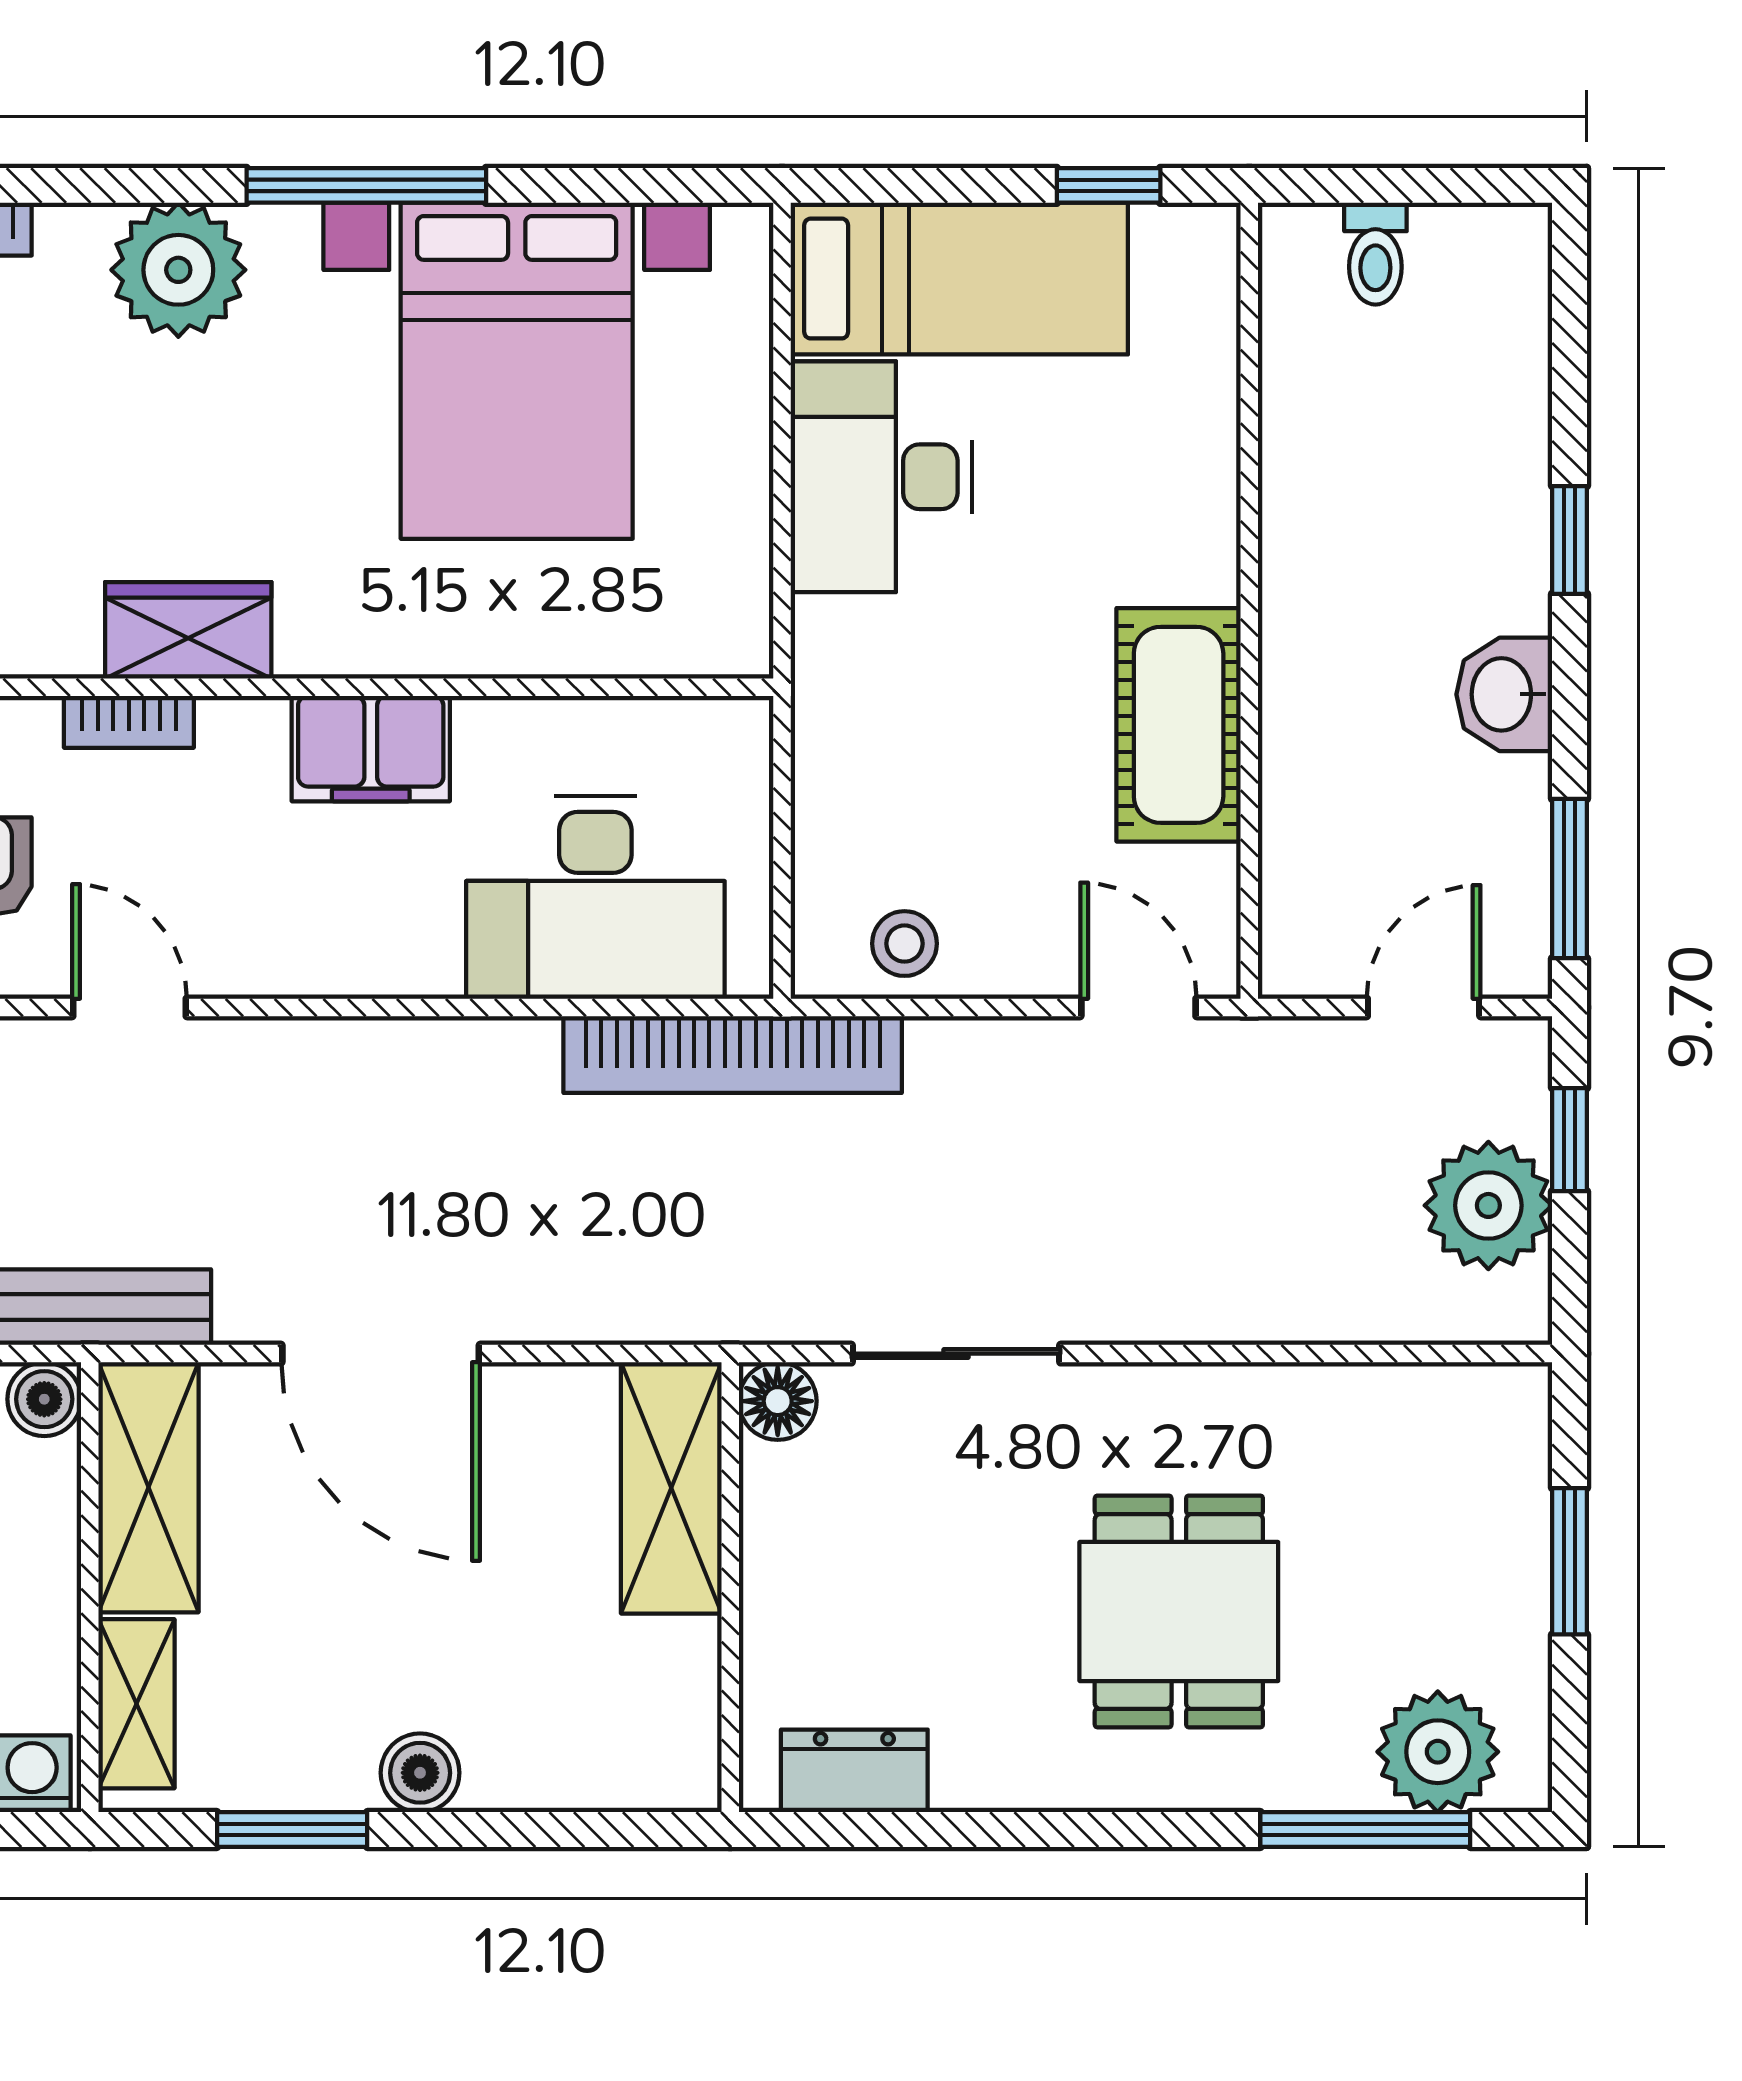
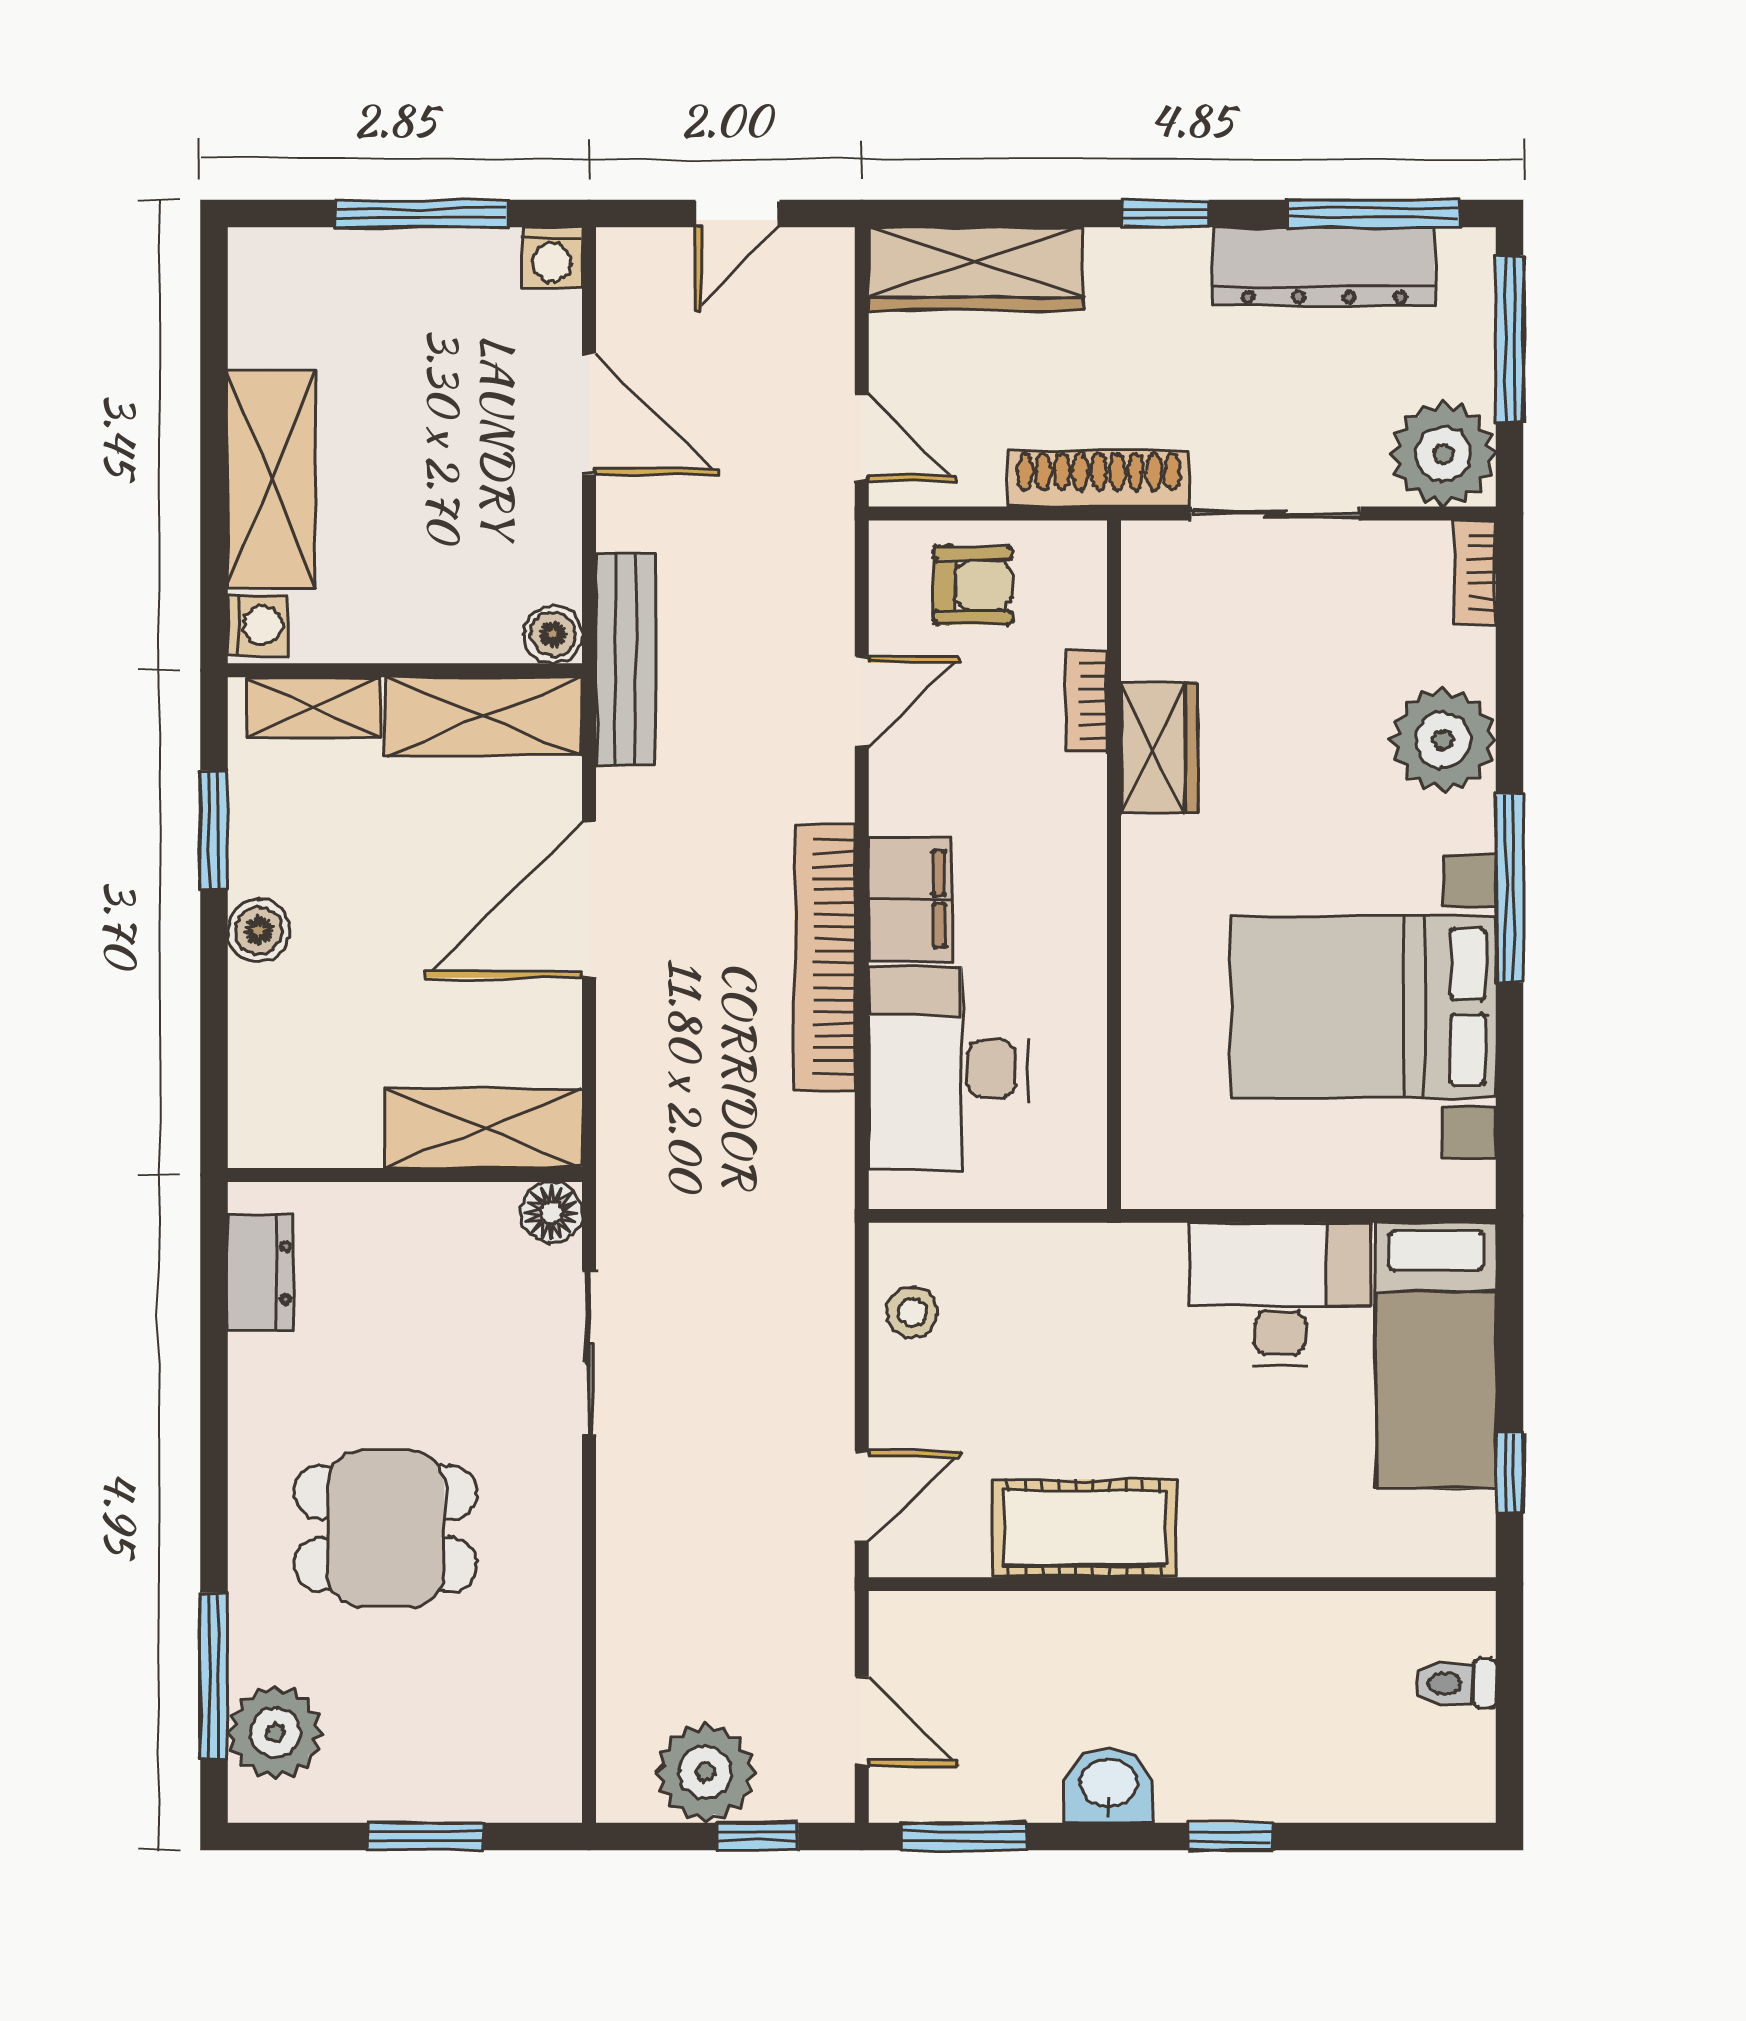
filing cabinet: (371, 749) -> (910, 899), moved, turned 180
bookcase: (733, 1054) -> (825, 957), moved

